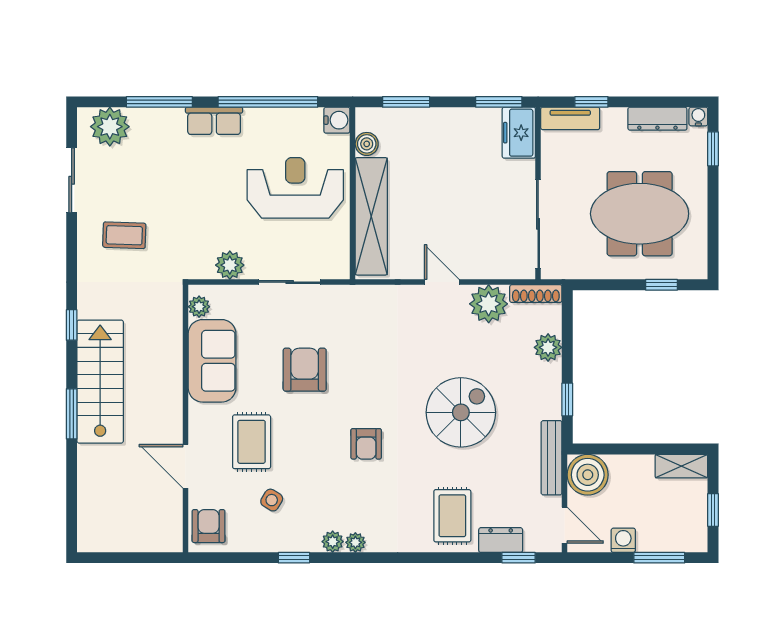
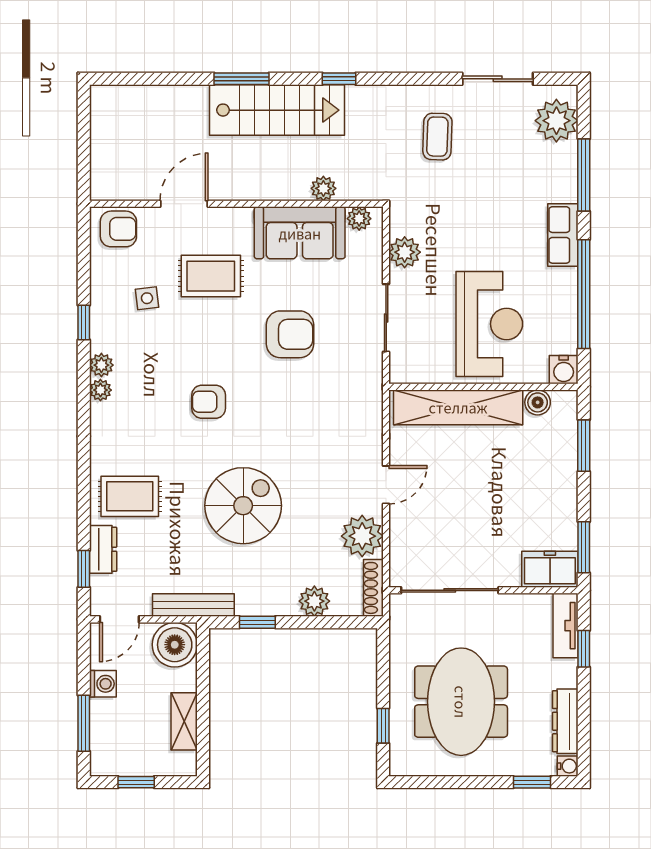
plant: (172, 339) -> (323, 188), added
spiral stairs: (461, 412) -> (243, 506), turned -90
shelving: (681, 466) -> (184, 721), moved
side table: (272, 500) -> (147, 298), turned -38

